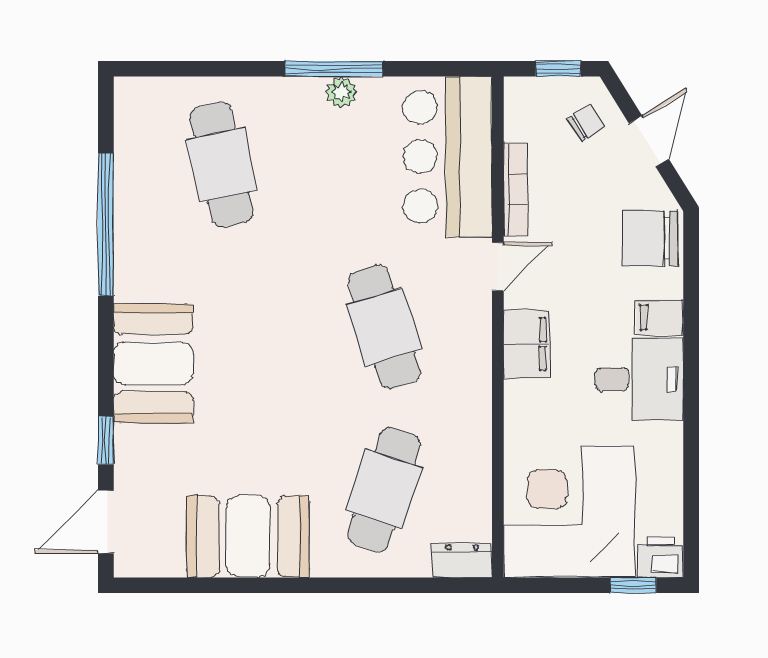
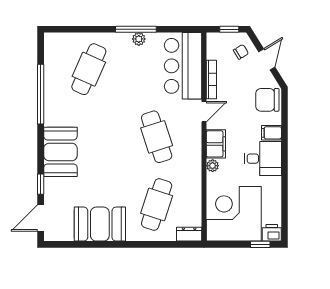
cafe table: (222, 165) -> (89, 69), turned 36
plant: (519, 396) -> (213, 166), added

